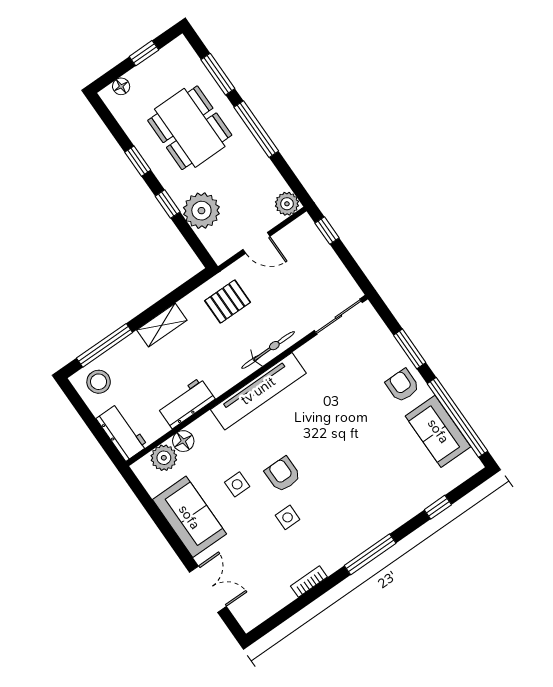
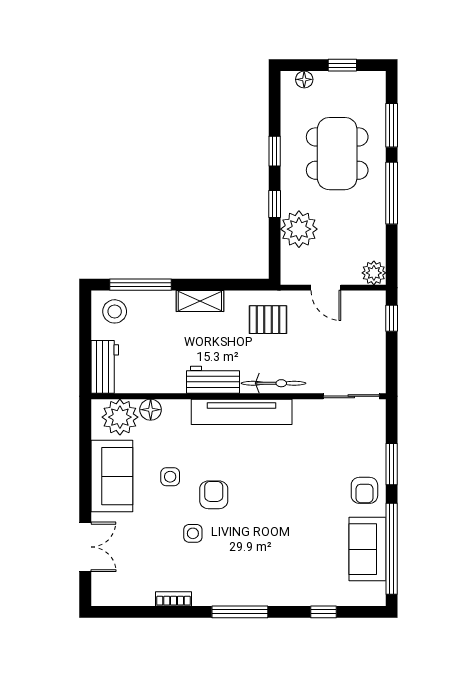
armchair: (402, 385) -> (364, 490), turned 180
workbench: (186, 403) -> (213, 380), moved
plant: (164, 458) -> (120, 417), width x1.36, depth x1.36

